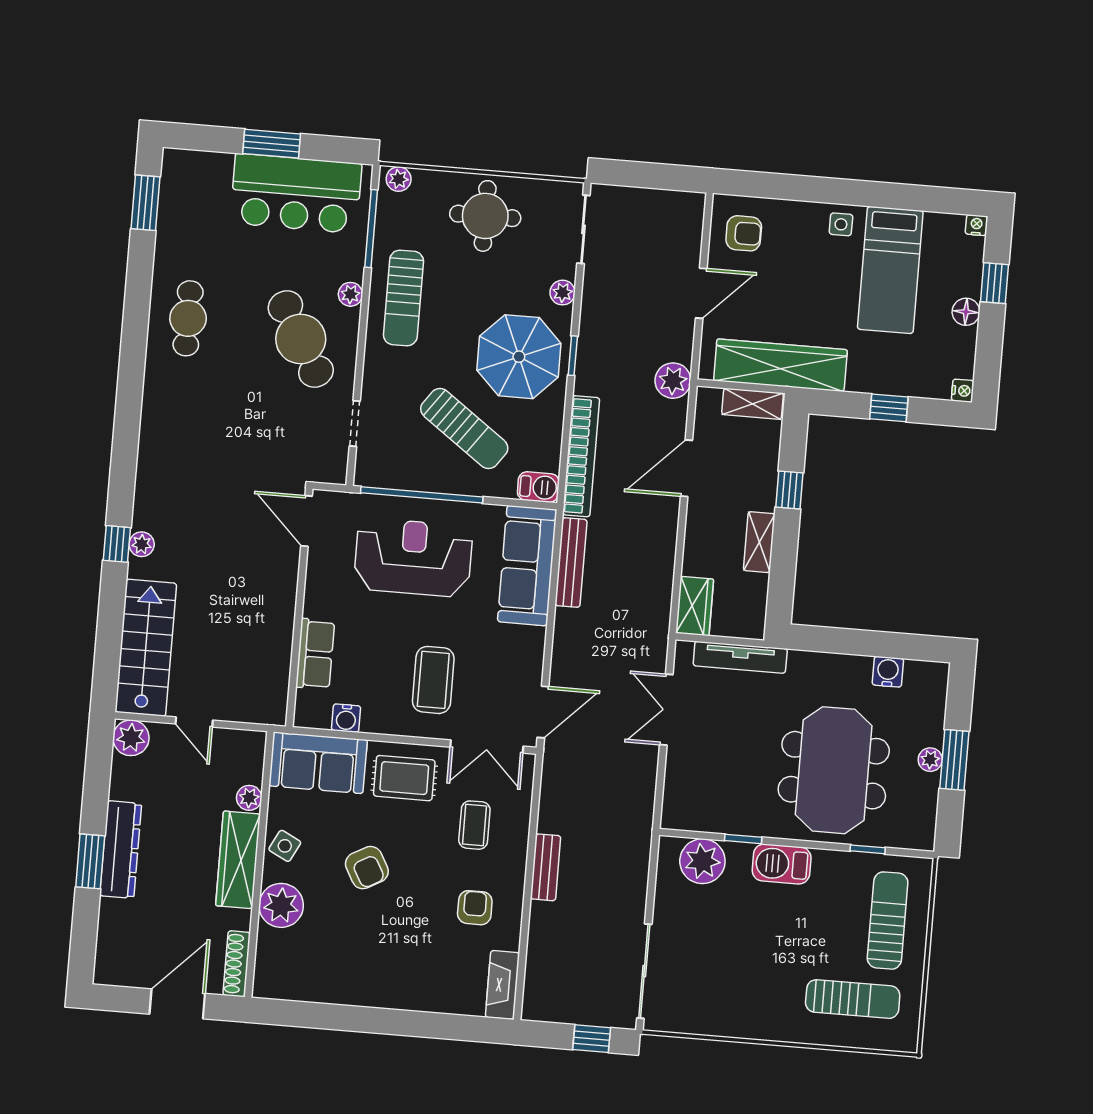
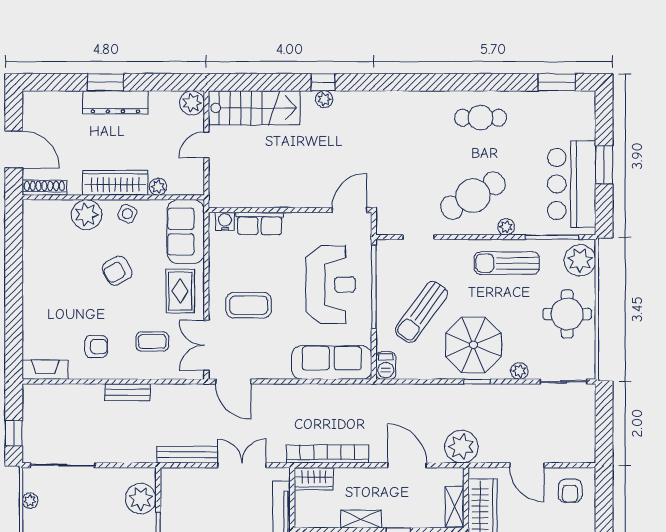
plant: (399, 179) -> (580, 260), width x1.88, depth x1.88
plant: (673, 381) -> (461, 447), width x1.36, depth x1.36
bookcase: (581, 456) -> (327, 454), moved, turned 180
bench: (571, 563) -> (187, 455), moved
water cooler: (346, 718) -> (225, 221), moved, turned 90
plant: (692, 1023) -> (30, 501), added

